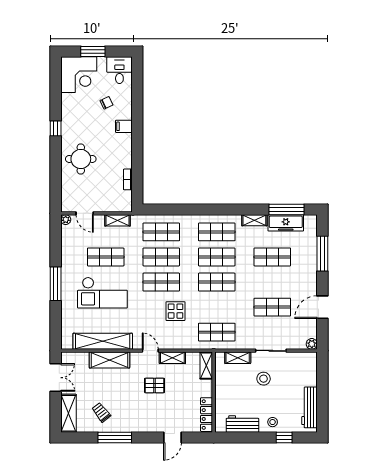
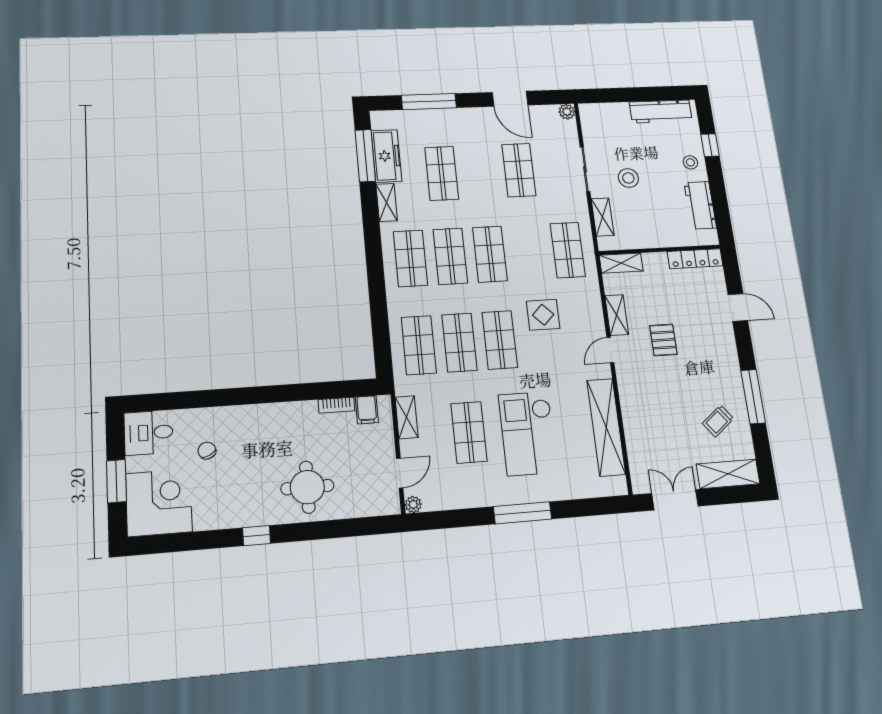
filing cabinet: (124, 126) -> (367, 410), moved
checkout: (102, 293) -> (528, 433), turned 180
shelving: (109, 360) -> (634, 414), removed

